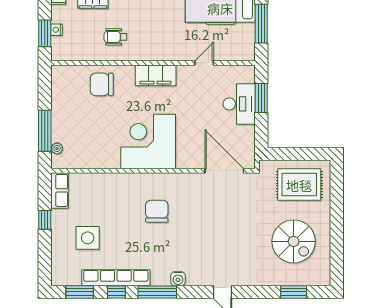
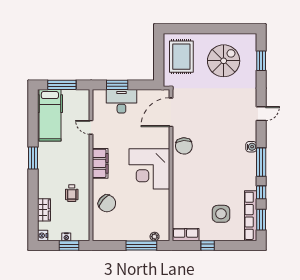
chair: (102, 84) -> (107, 203), turned -49
chair: (157, 211) -> (184, 146), moved, turned -94
row of seats: (116, 278) -> (251, 216), moved

